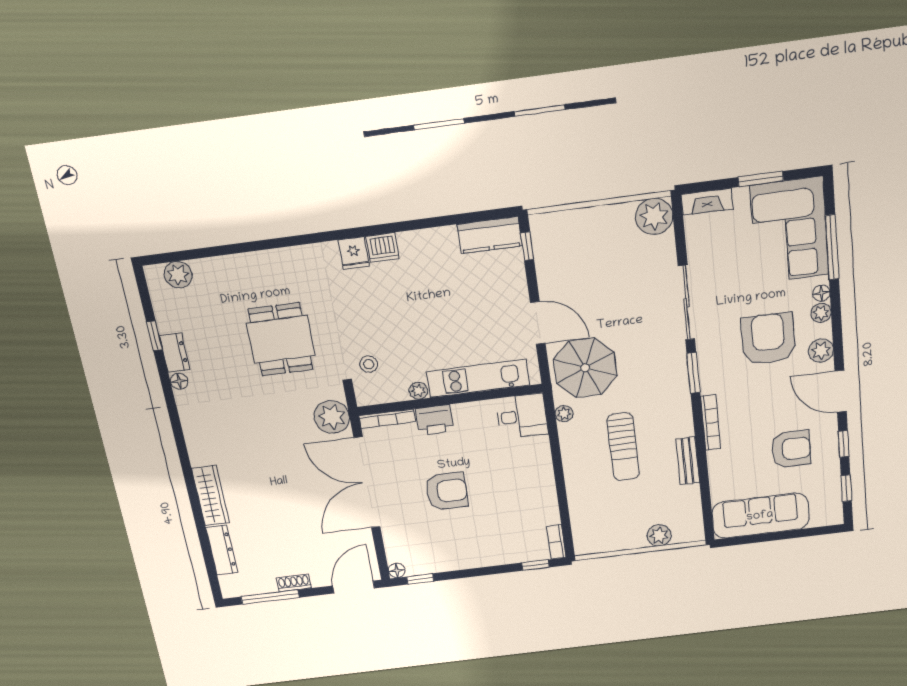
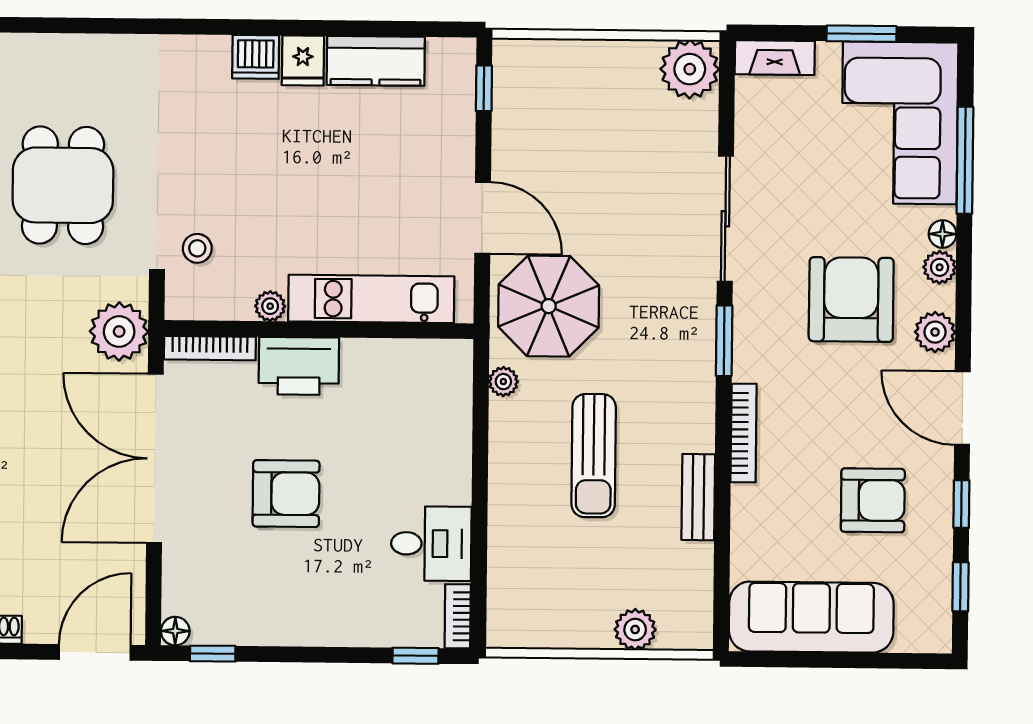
kitchen counter: (490, 235) -> (376, 61), moved
fridge: (354, 253) -> (303, 61), moved
desk: (522, 416) -> (431, 544), moved
printer: (435, 420) -> (299, 366), width x1.37, depth x1.19

